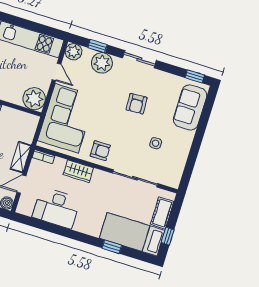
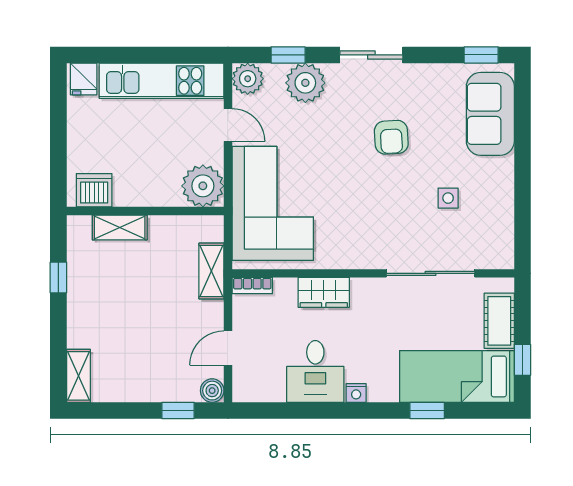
armchair: (100, 151) -> (352, 243), removed
shelving: (21, 157) -> (211, 271), moved
desk: (56, 208) -> (315, 371), width x0.73
nightstand: (79, 227) -> (356, 393), added

